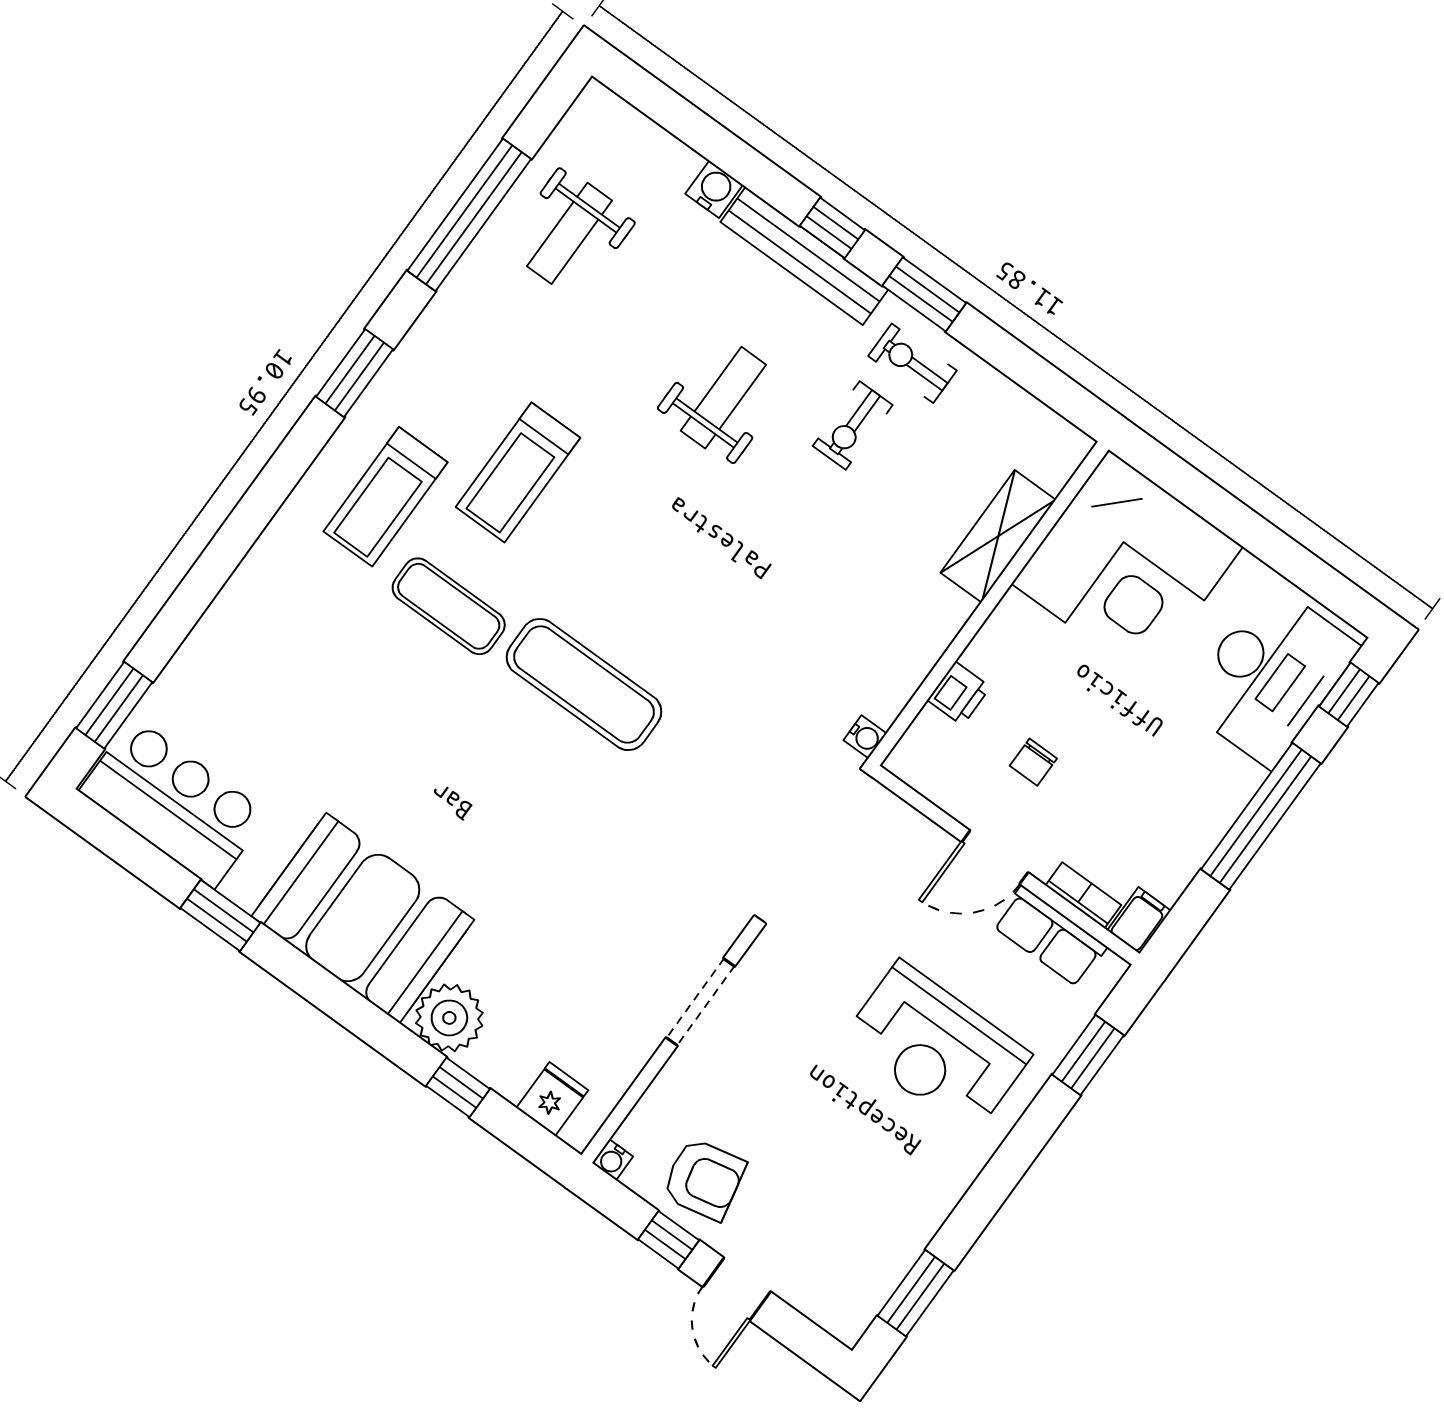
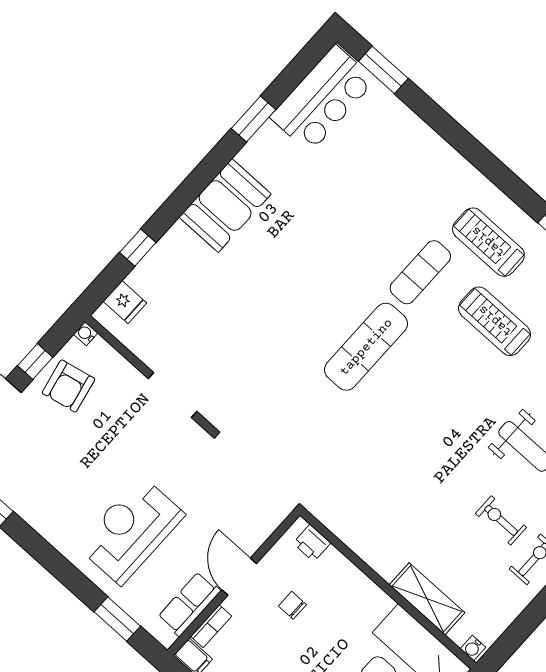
printer: (959, 693) -> (312, 543), moved
water cooler: (865, 737) -> (473, 648), moved
booth: (363, 918) -> (225, 205), width x0.73, depth x0.70
plant: (449, 1018) -> (179, 247), removed

